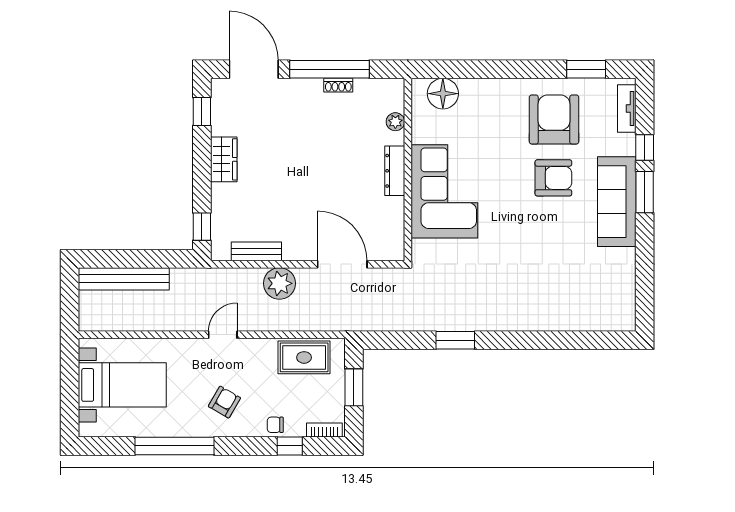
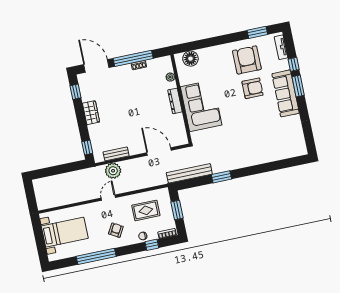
bench: (124, 279) -> (189, 173), moved
plant: (279, 283) -> (113, 171), moved
rug: (304, 357) -> (146, 210), moved

